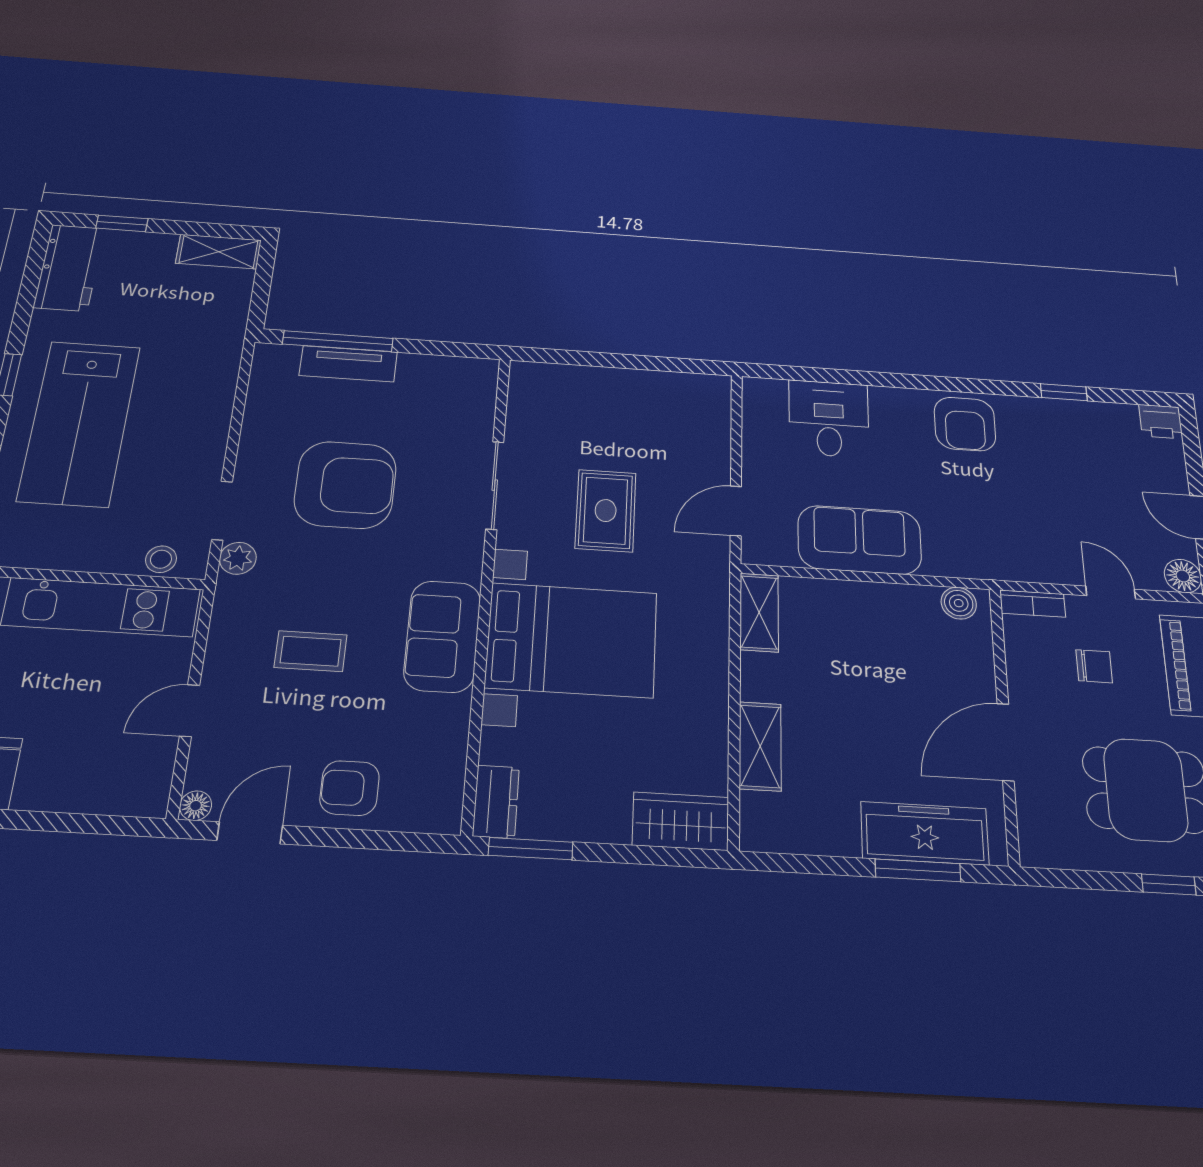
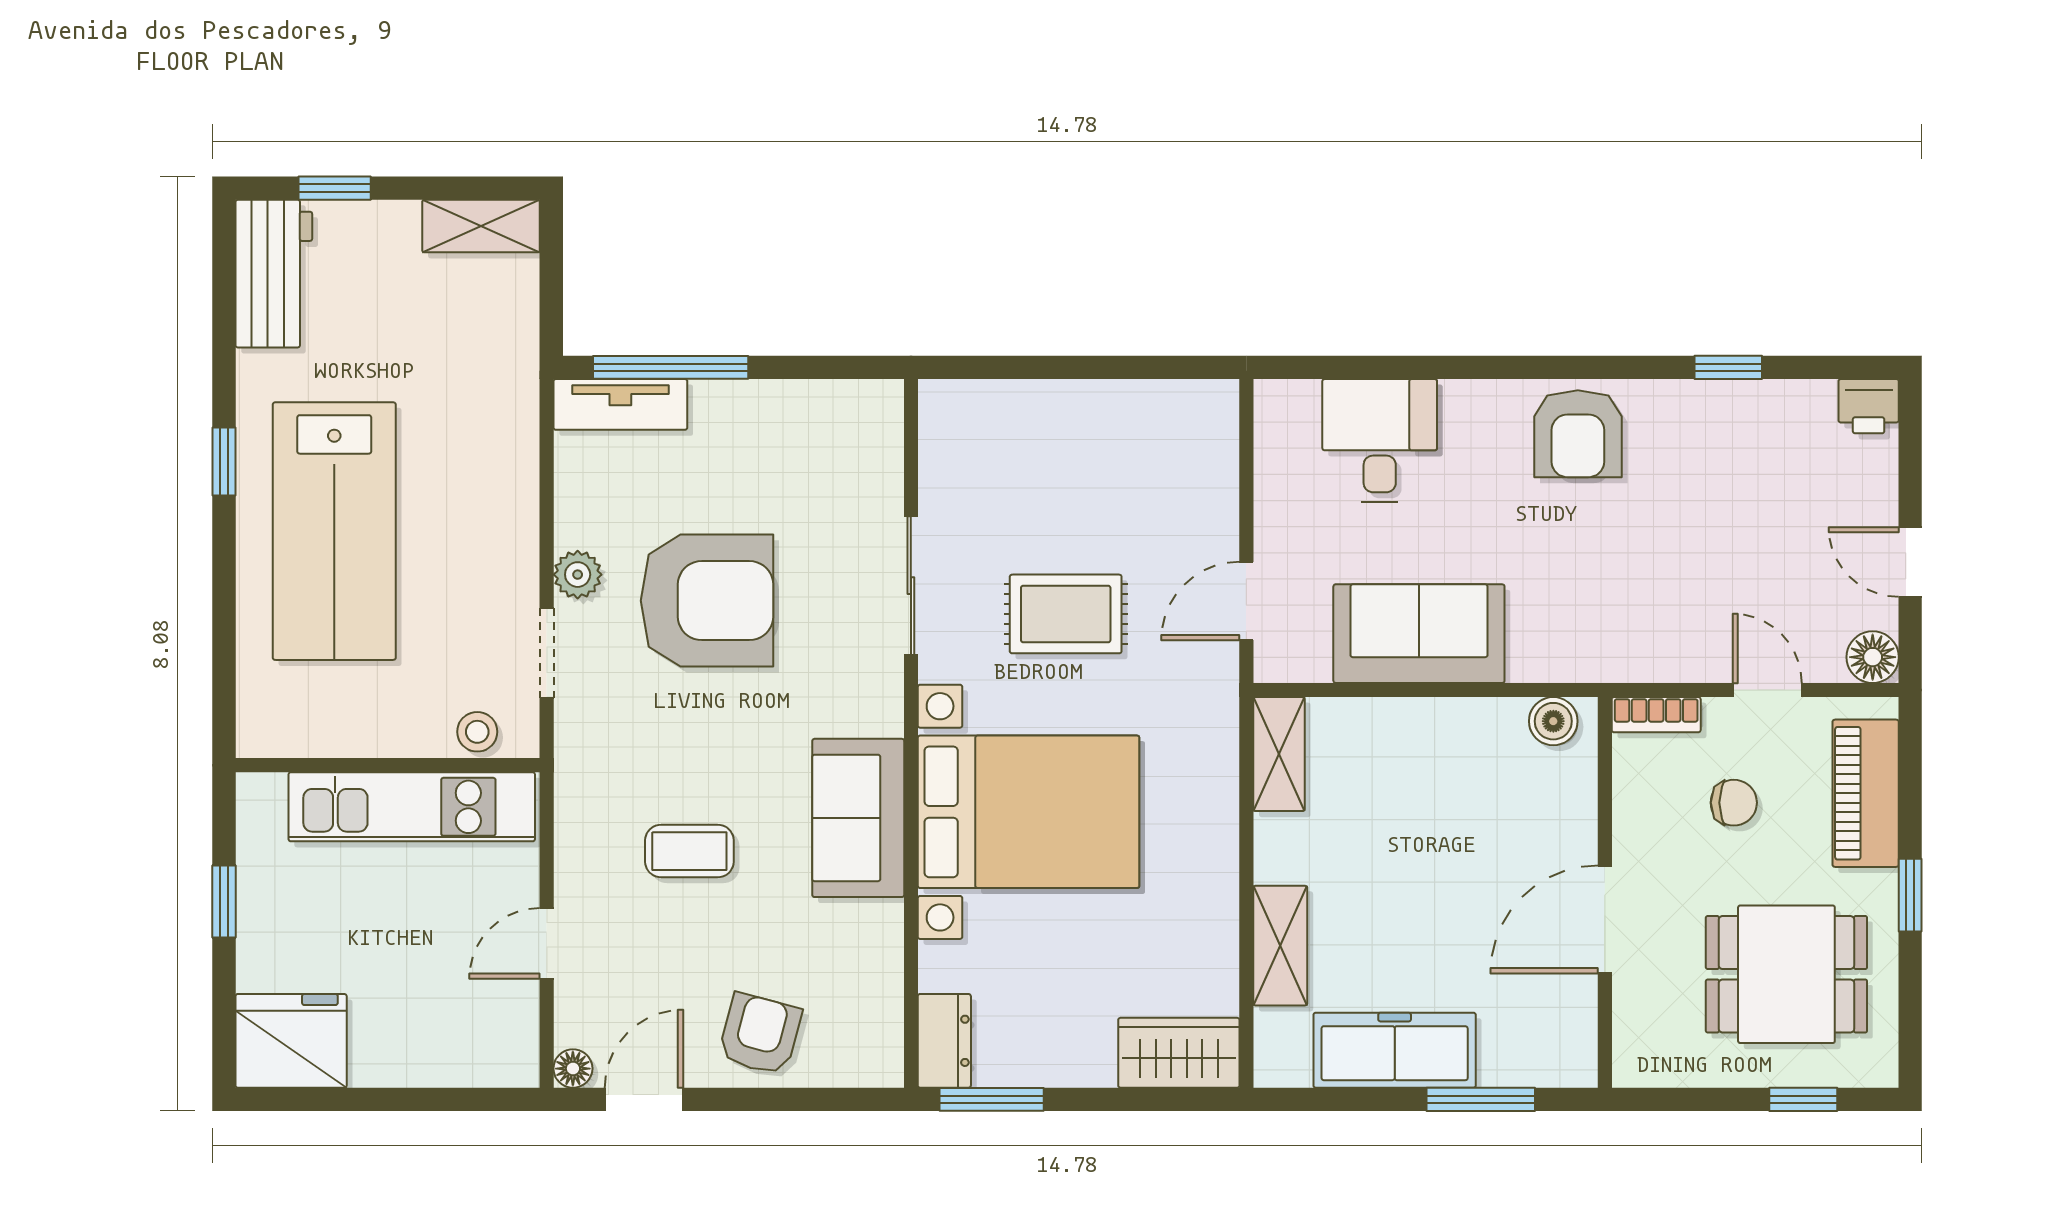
tv unit: (348, 364) -> (620, 404), moved
rug: (606, 511) -> (1066, 614), turned 90
plant: (238, 558) -> (578, 575), moved
armchair: (350, 788) -> (760, 1034), turned 105
freezer: (925, 833) -> (1395, 1050), moved

